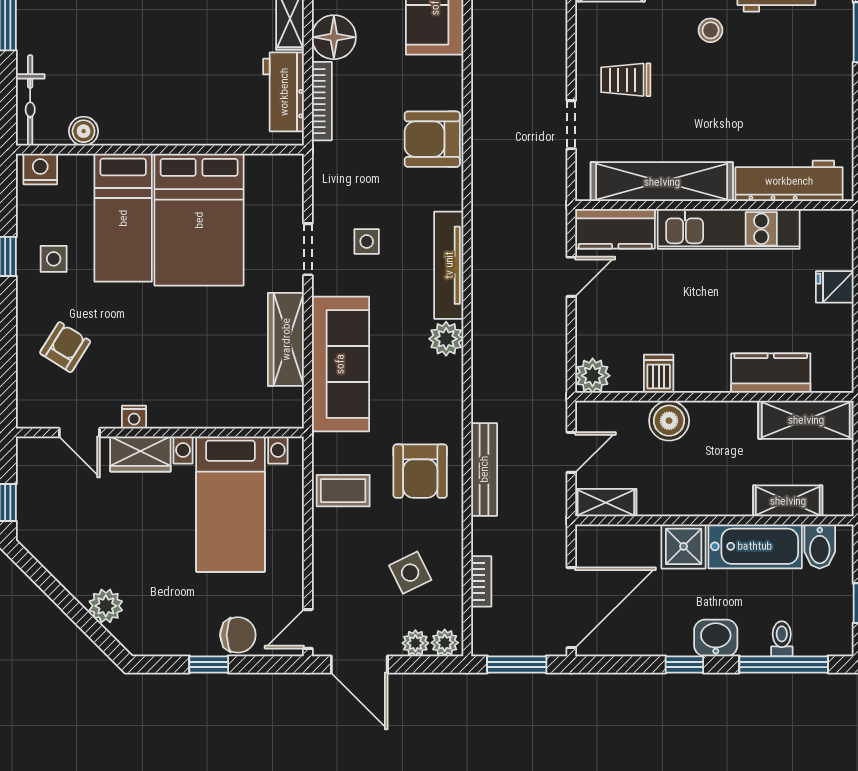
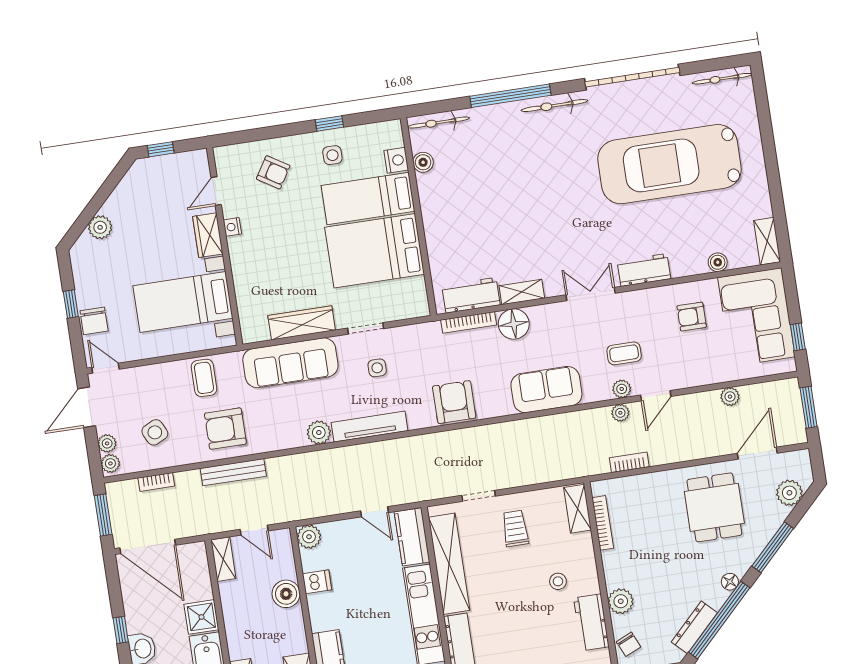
nightstand: (40, 169) -> (396, 160), moved

